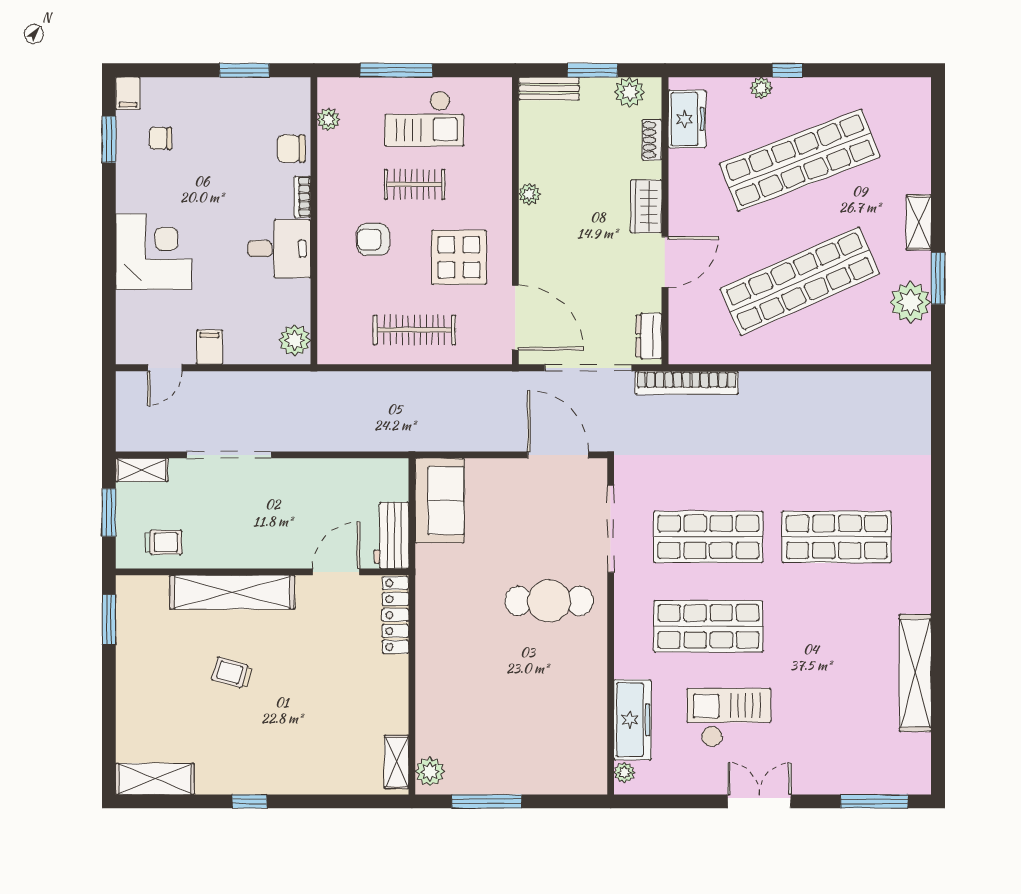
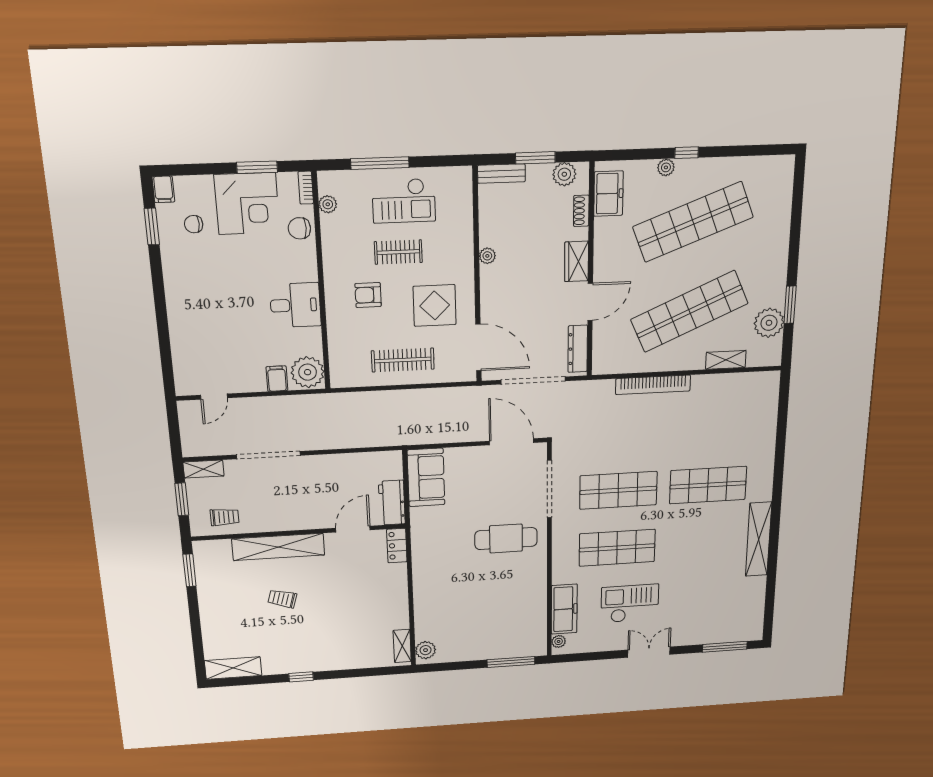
bookcase: (302, 197) -> (306, 188), moved
shelving: (919, 222) -> (726, 360), moved, turned 90
corner desk: (154, 252) -> (247, 204), moved, turned 90
dresser: (649, 336) -> (578, 349), width x1.44
plant: (295, 340) -> (308, 372), width x1.36, depth x1.36
filing cabinet: (209, 347) -> (277, 379), moved
bookcase: (687, 383) -> (653, 385), moved
locker: (395, 615) -> (397, 546), width x0.66
shelving: (915, 673) -> (759, 539), moved
window: (487, 801) -> (511, 662), moved

